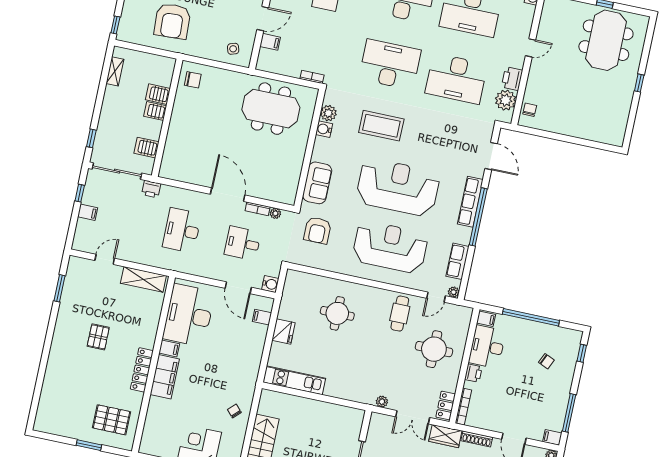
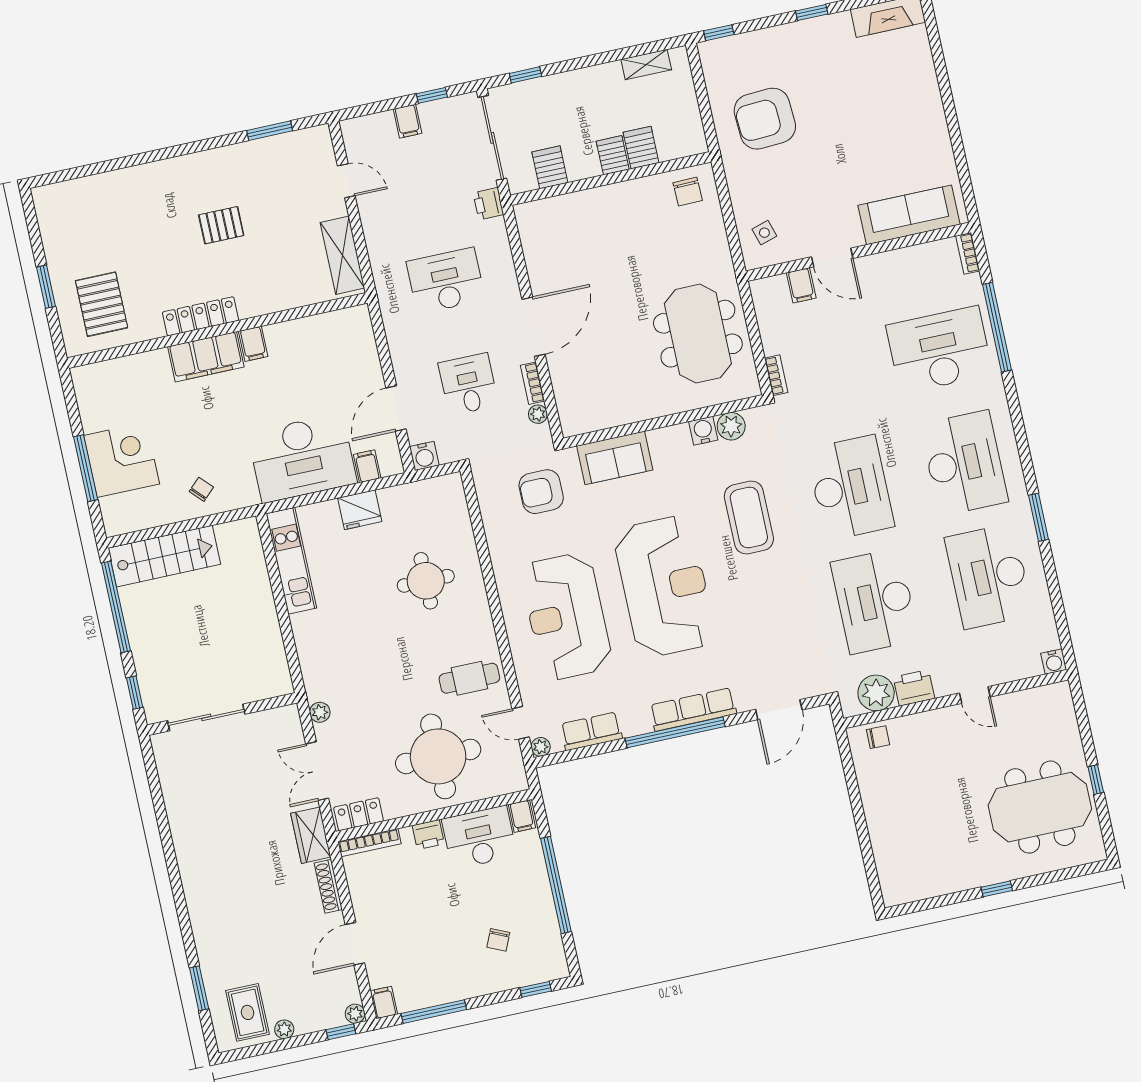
reception desk: (390, 247) -> (566, 616), turned 180
desk: (189, 315) -> (302, 458), moved, turned 180
round table: (434, 349) -> (438, 756), width x1.36, depth x1.36

